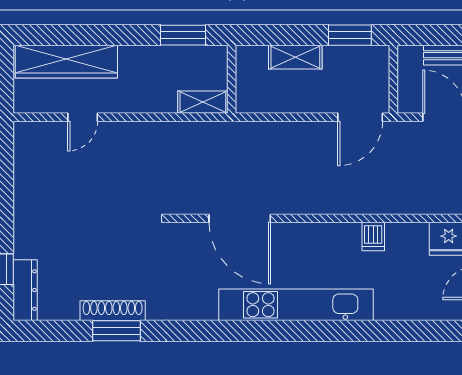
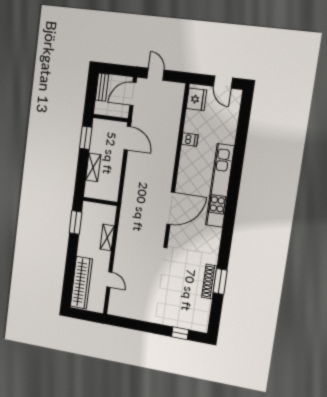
shelving: (203, 102) -> (107, 237), moved
dresser: (25, 290) -> (192, 324), removed

